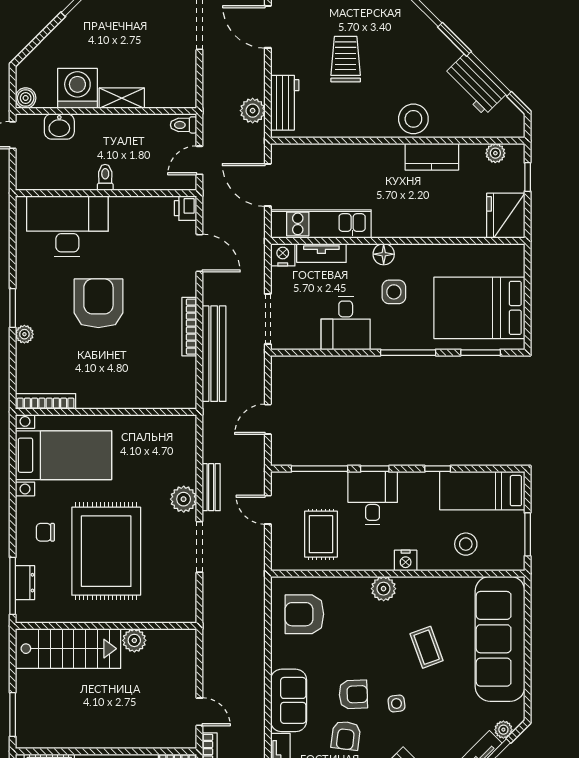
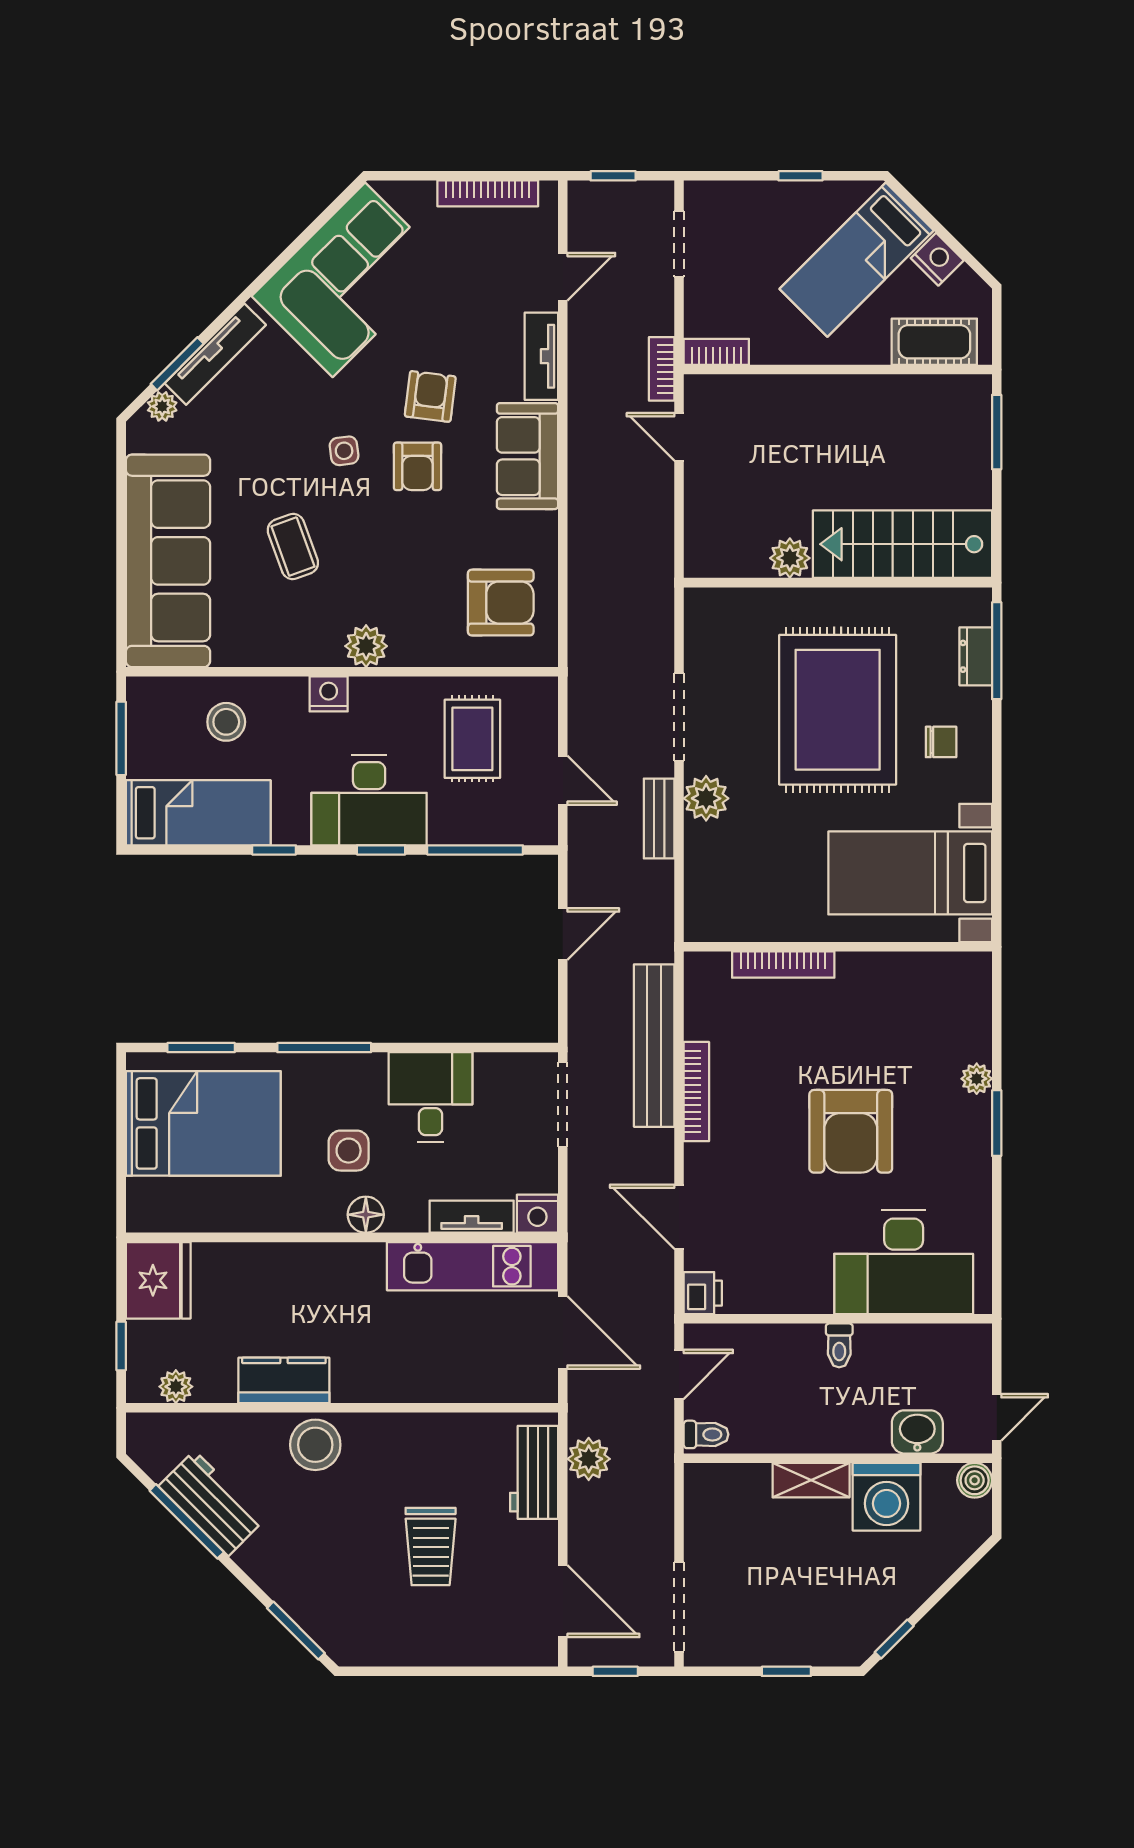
bookcase: (45, 401) -> (783, 965), moved
desk: (373, 498) -> (369, 800), width x1.37
armchair: (353, 694) -> (417, 466), turned -88

